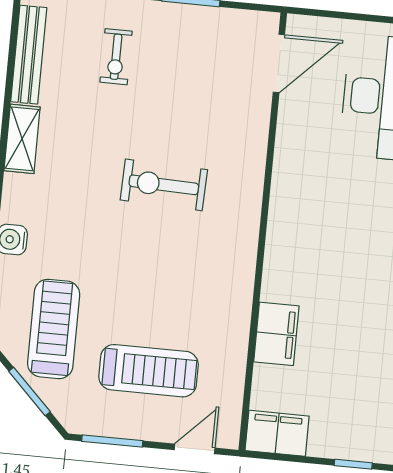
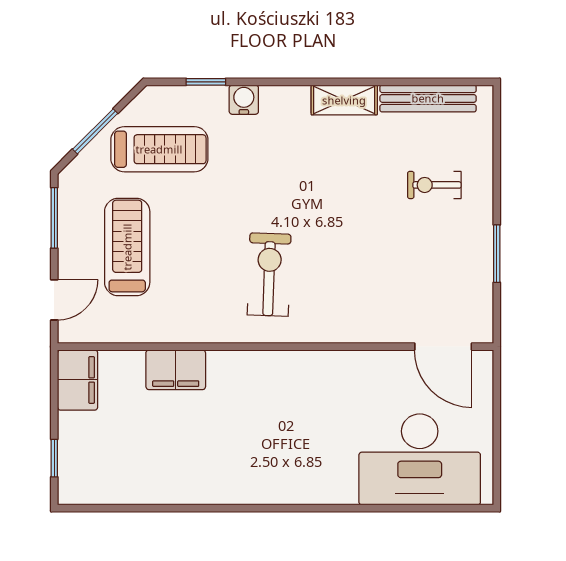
exercise bike: (164, 185) -> (269, 275), moved
treadmill: (149, 371) -> (127, 247), turned 180
door: (195, 449) -> (54, 300), hinge flipped

